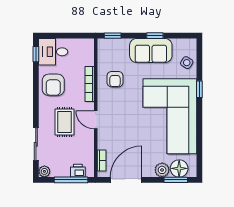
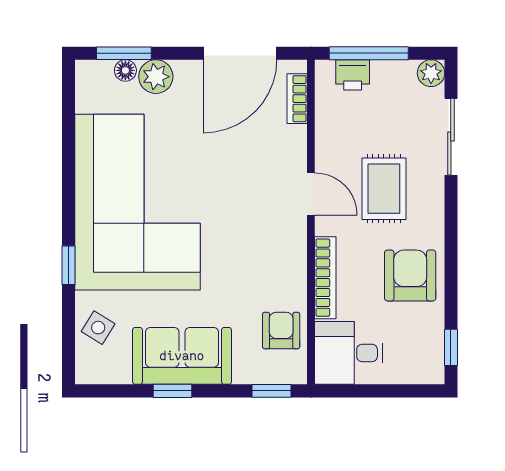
desk: (53, 52) -> (349, 353), moved, turned 180
armchair: (115, 79) -> (281, 330), moved
floor lamp: (179, 168) -> (125, 70), width x0.53, depth x0.53

